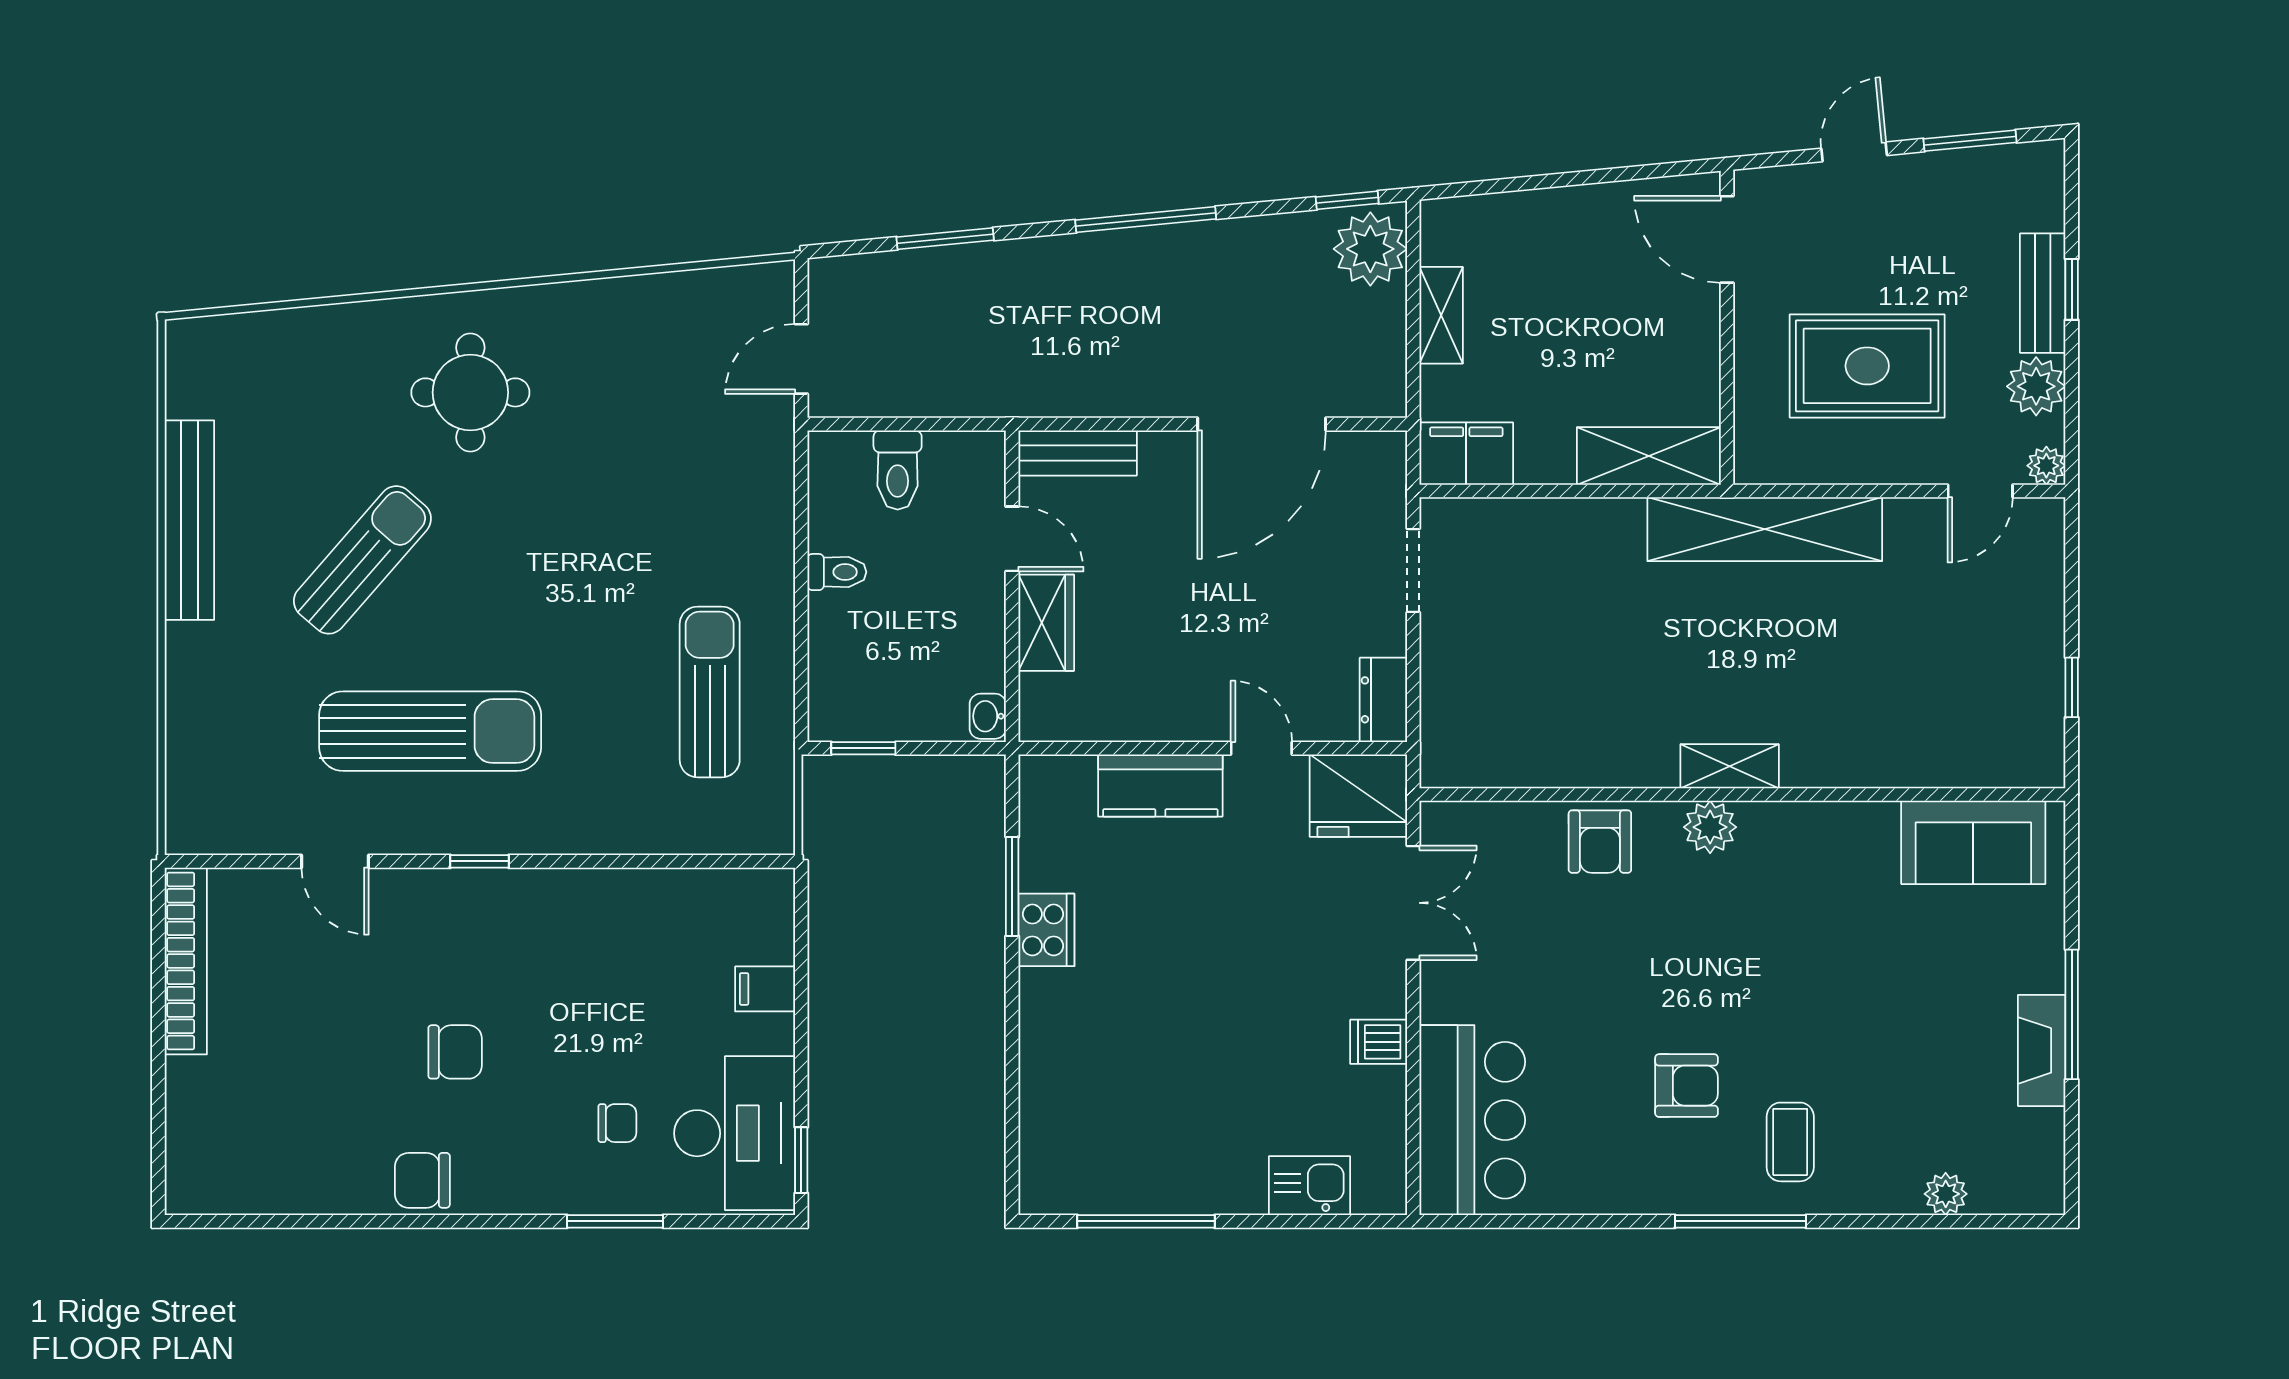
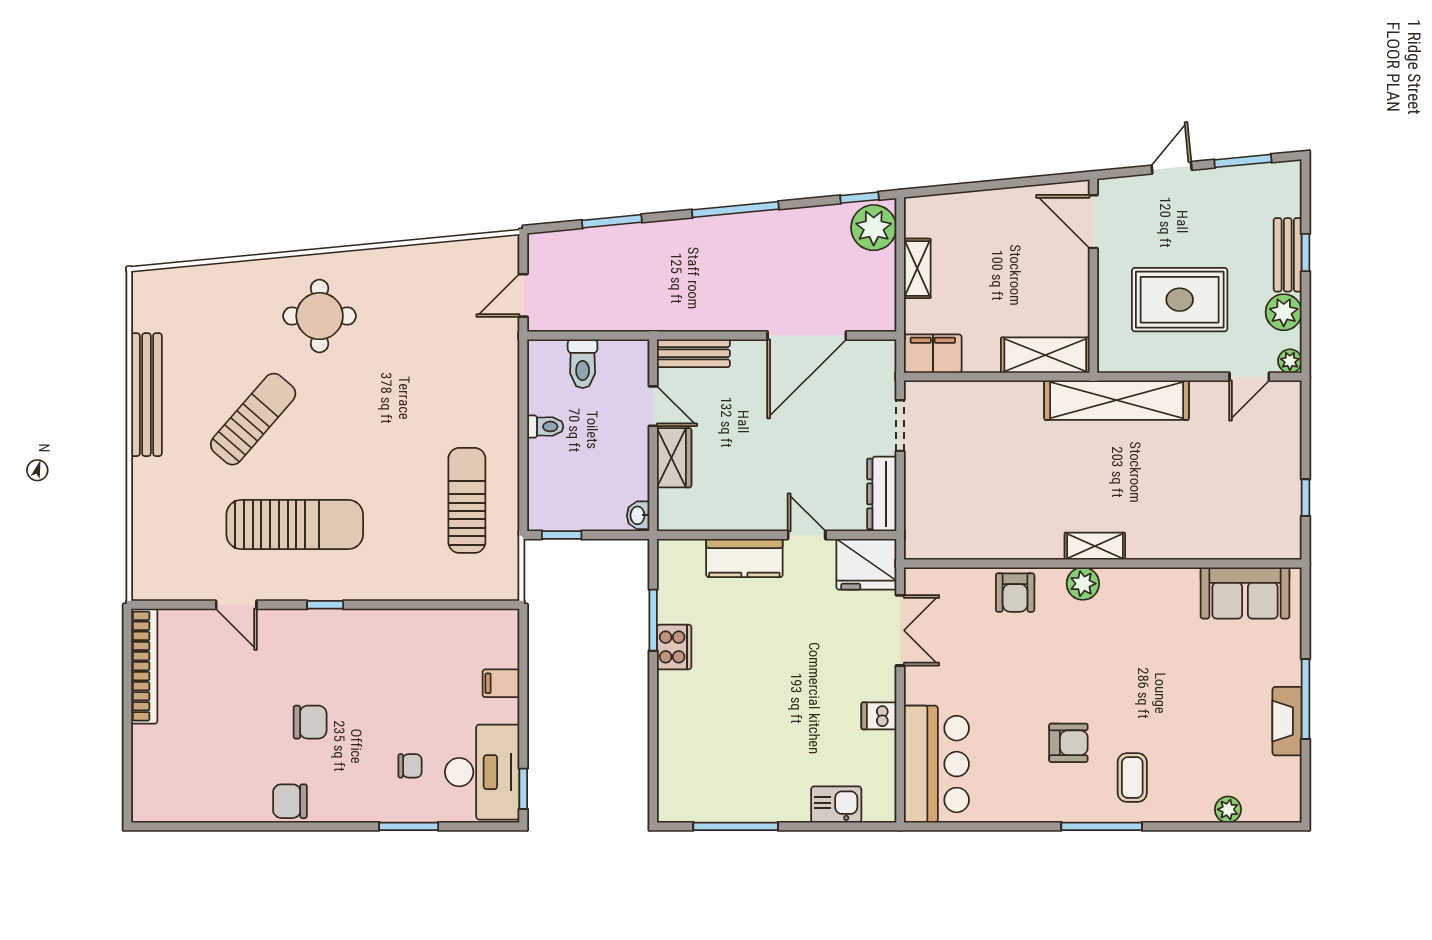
dresser: (1383, 700) -> (882, 494), width x1.44

